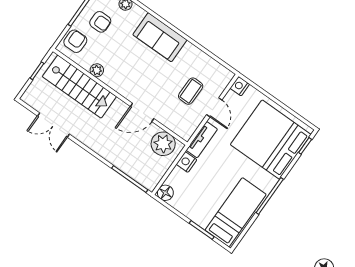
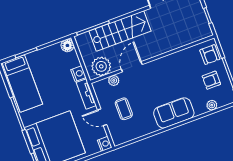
plant: (97, 70) -> (114, 80), moved
stairs: (79, 87) -> (120, 31), moved, turned 180

